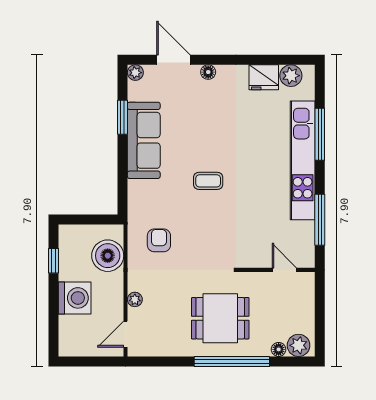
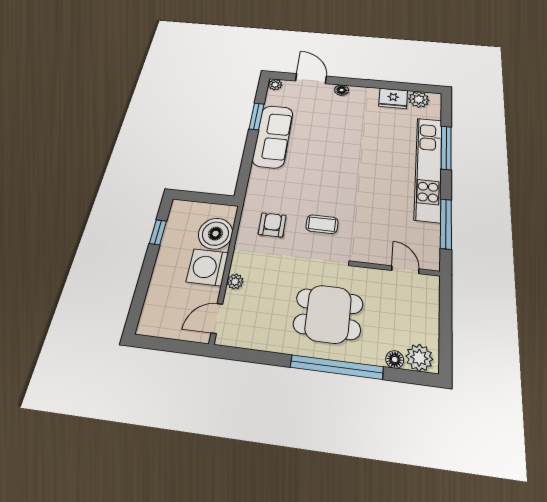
coffee table: (208, 181) -> (322, 224), moved
washing machine: (75, 298) -> (207, 267), moved, turned 180

